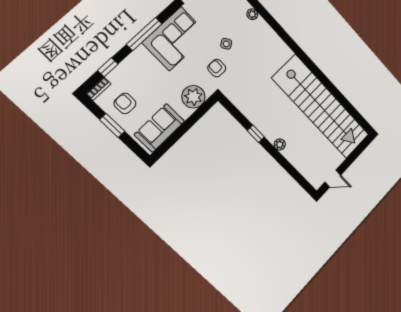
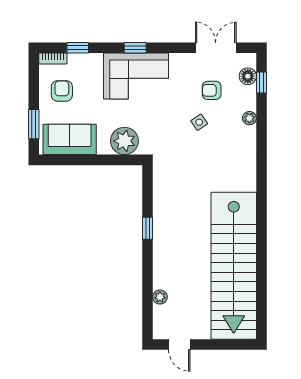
window: (144, 34) -> (135, 48), width x0.46
corner sofa: (175, 39) -> (136, 76), moved
armchair: (217, 68) -> (212, 90), moved, turned -90
window: (112, 125) -> (34, 124), moved
plant: (280, 145) -> (160, 297), moved

